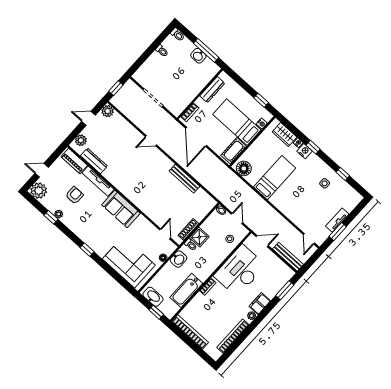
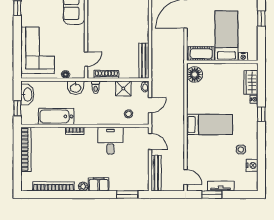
window: (261, 100) -> (261, 18), moved
nightstand: (305, 151) -> (252, 165), moved
window: (343, 174) -> (261, 157), removed
bed: (275, 178) -> (209, 125), moved
bench: (184, 179) -> (144, 61), moved
shower: (199, 237) -> (123, 88), moved
door: (309, 239) -> (186, 177), swing flipped
desk: (240, 271) -> (110, 141), width x0.53, depth x0.77

